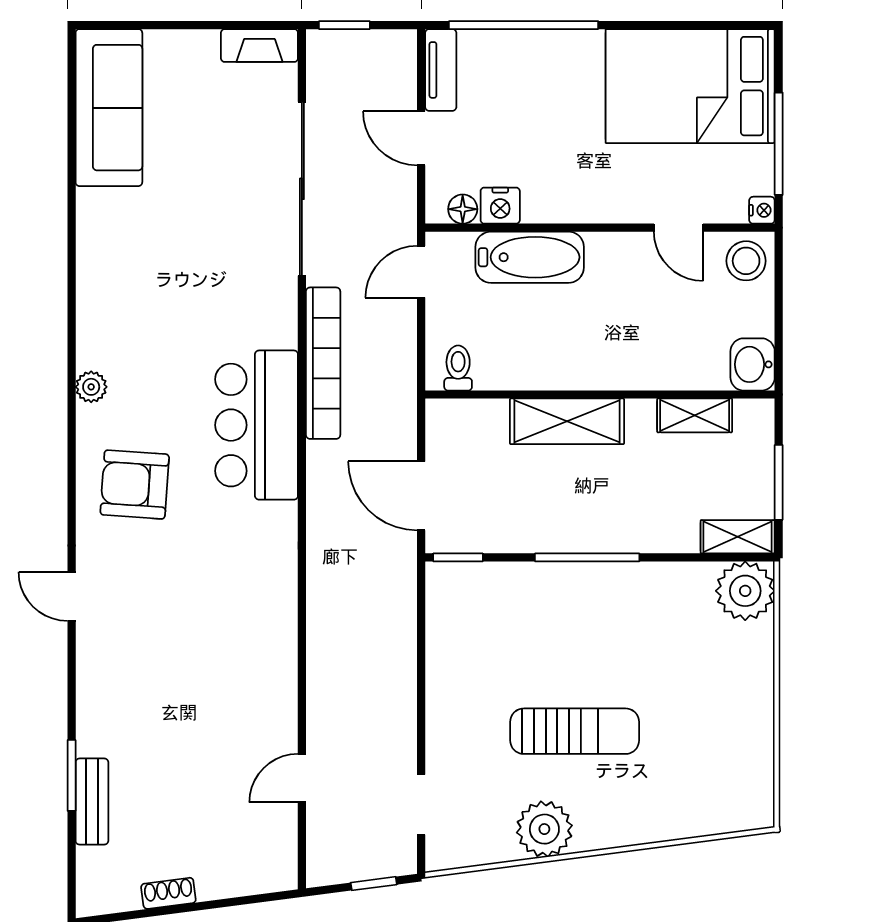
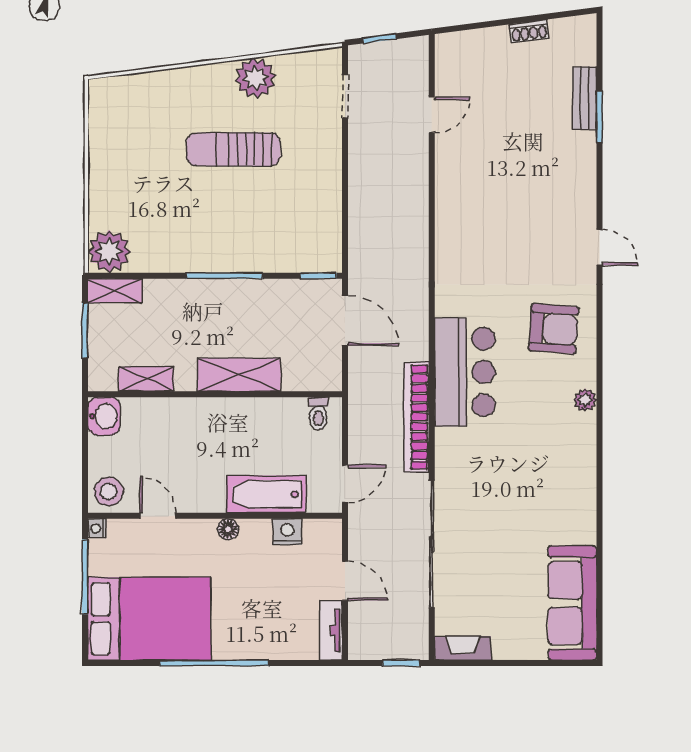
window: (524, 25) -> (214, 663), moved
floor lamp: (463, 209) -> (228, 529), moved

